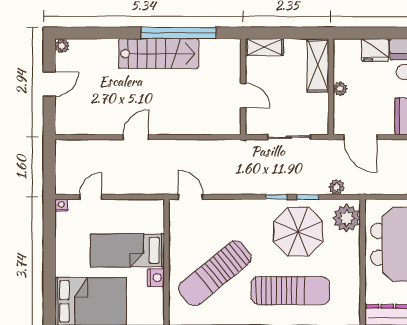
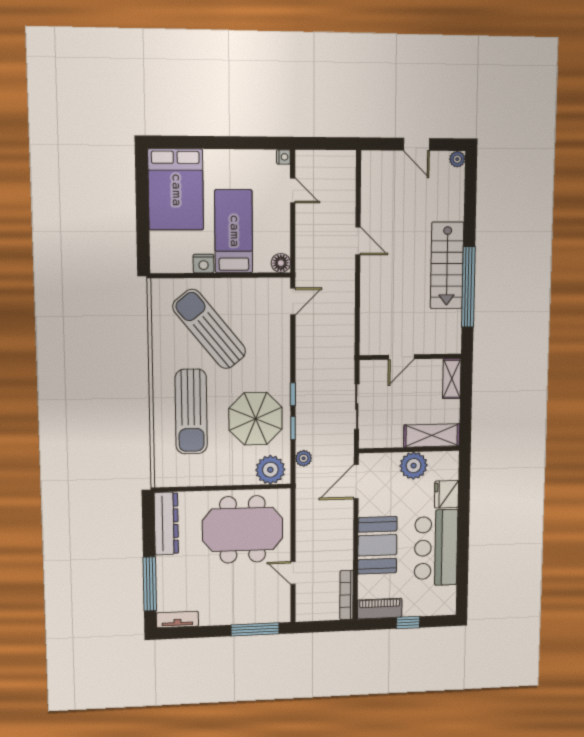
plant: (340, 89) -> (414, 466), width x1.88, depth x1.88
floor lamp: (156, 208) -> (281, 263), added

